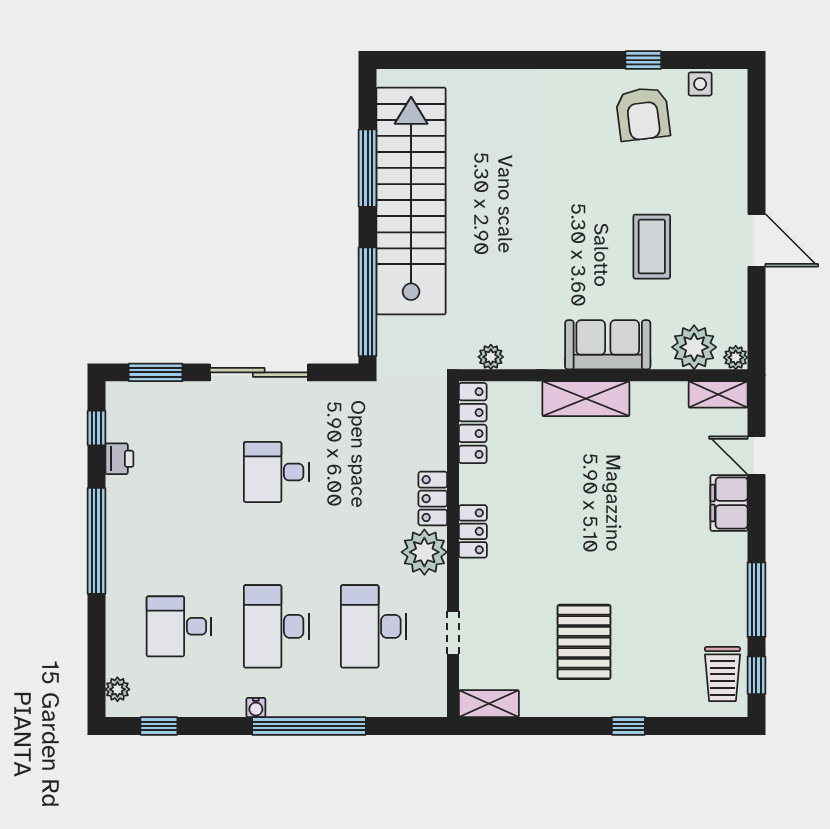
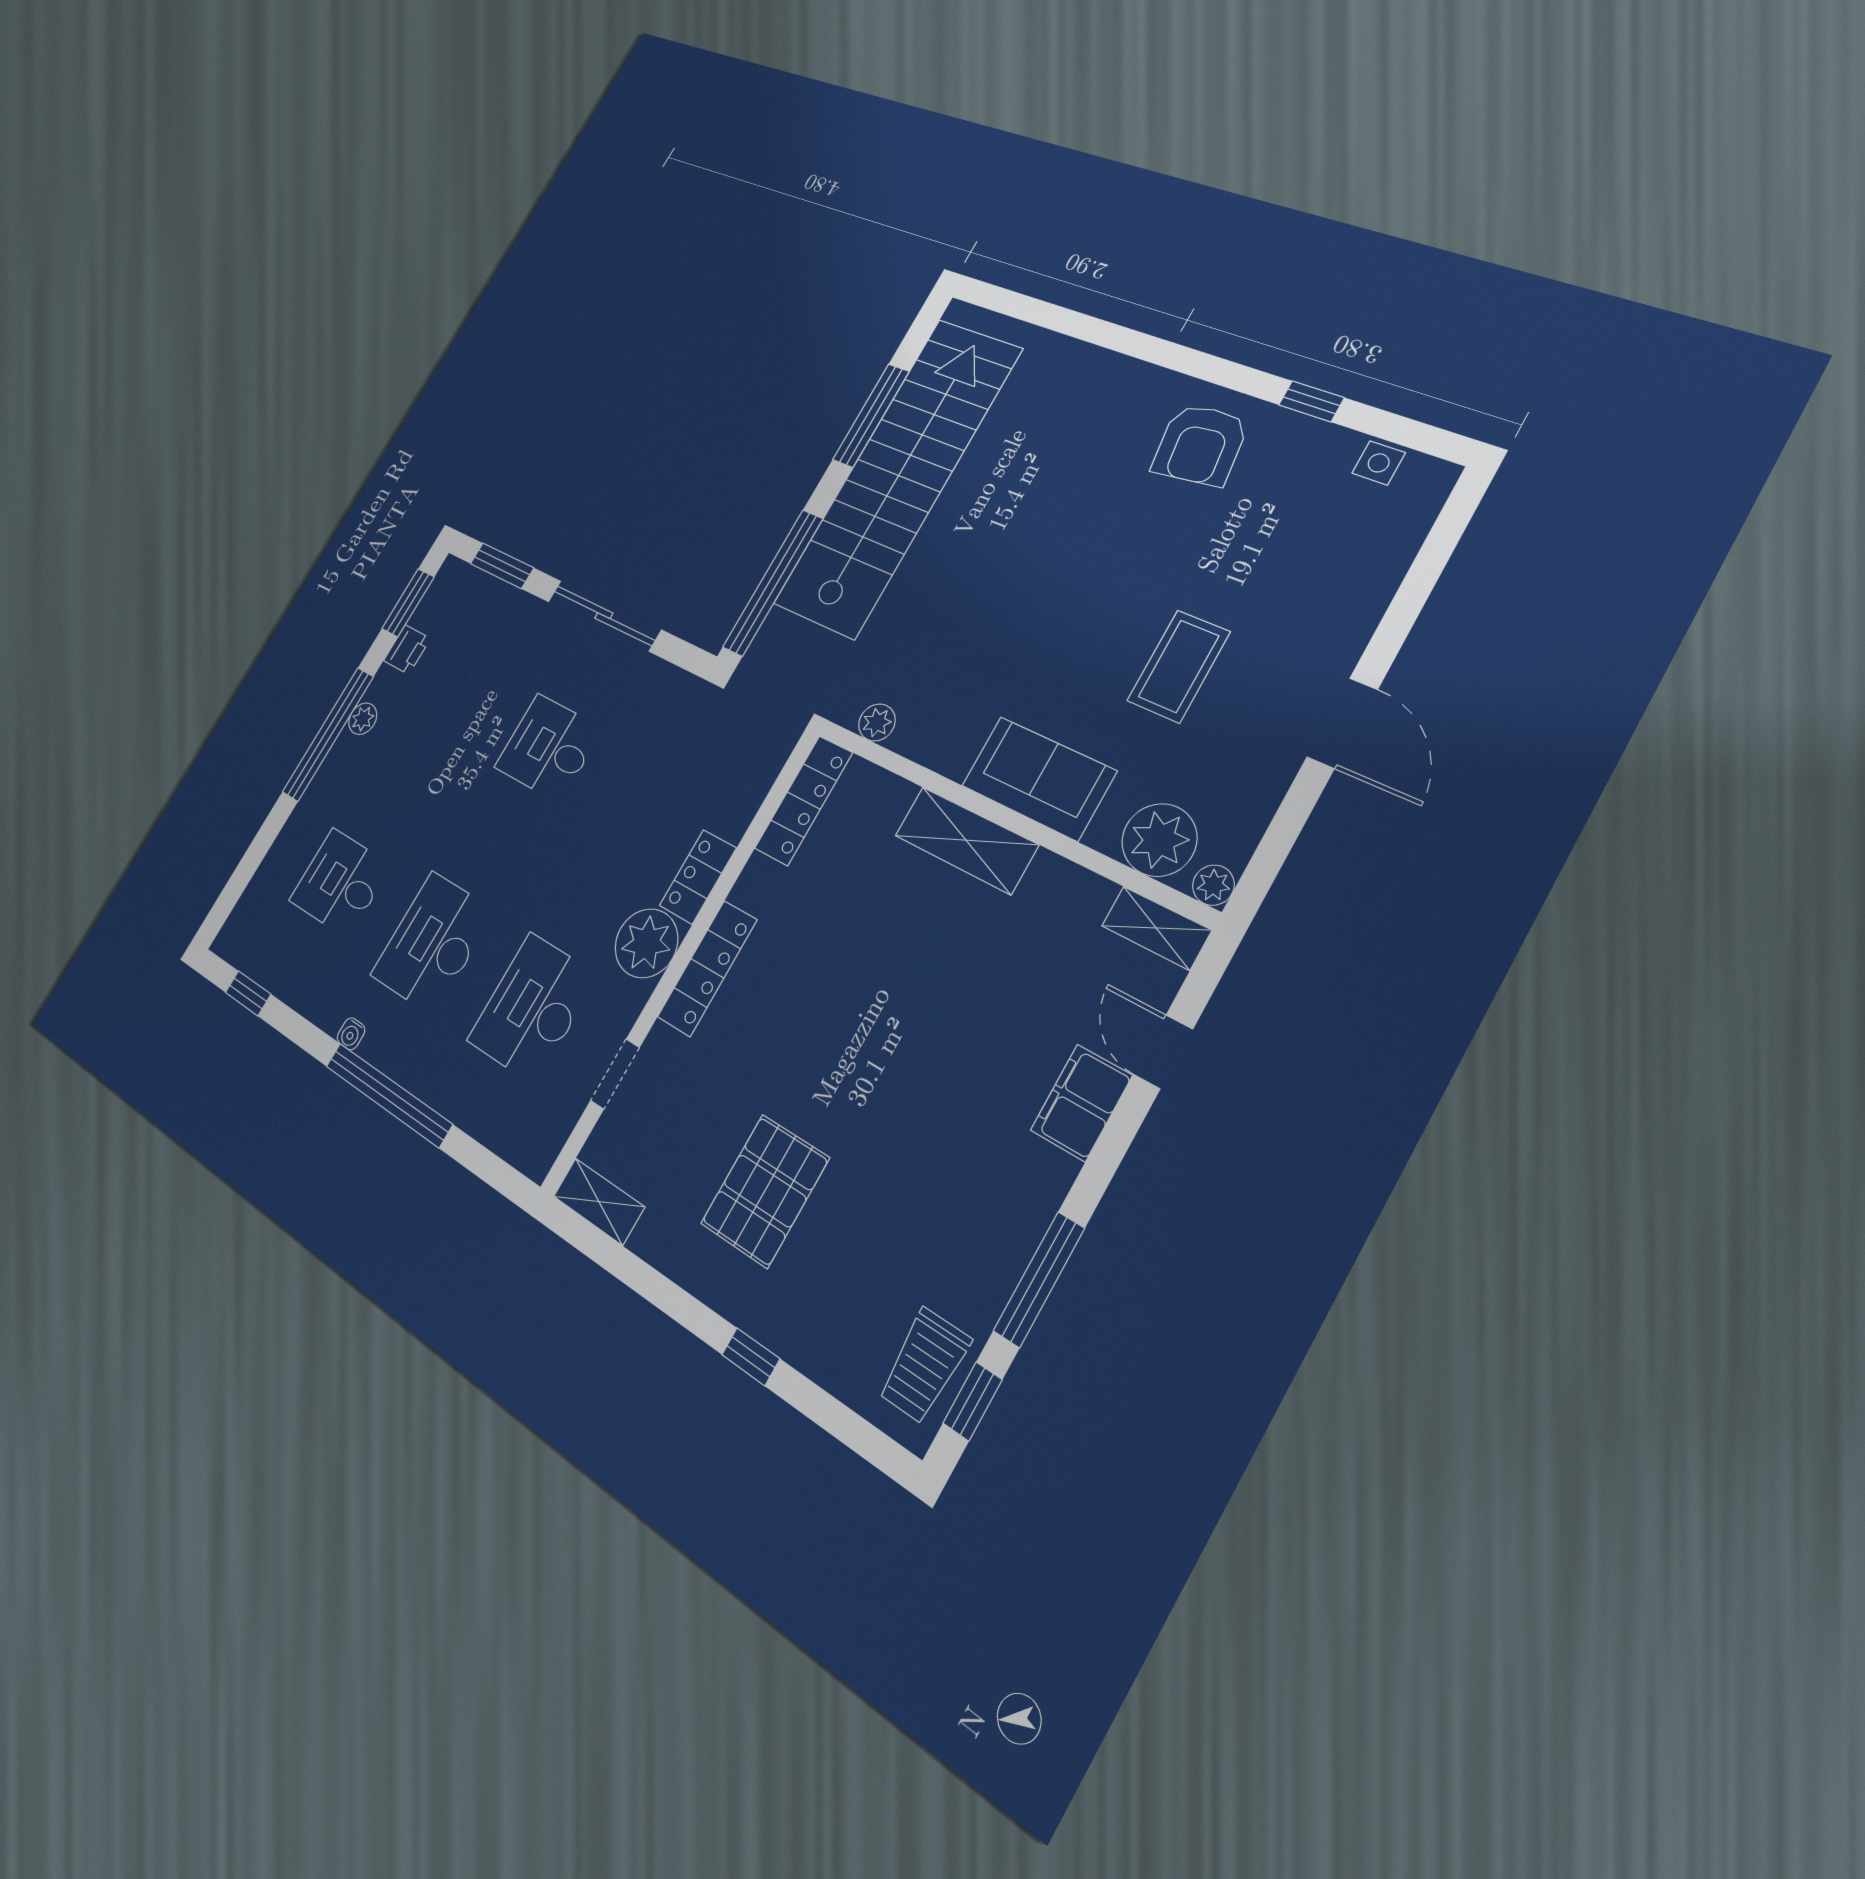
armchair: (643, 114) -> (1200, 445), moved
window: (96, 428) -> (408, 603), width x1.50
locker: (473, 531) -> (707, 968), width x1.53
plant: (117, 689) -> (363, 719), moved

